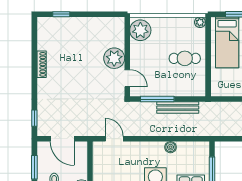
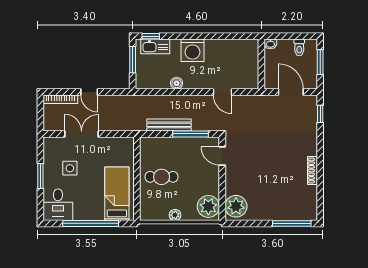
window: (61, 14) -> (292, 223), width x2.17
plant: (200, 22) -> (175, 215), moved
plant: (114, 58) -> (236, 206), moved
door: (114, 139) -> (223, 92), moved

